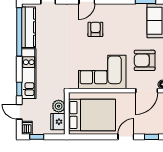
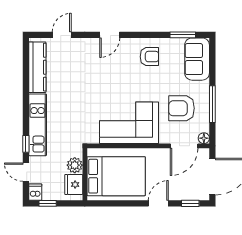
armchair: (95, 29) -> (149, 57), moved, turned 90
window: (19, 32) -> (26, 73), removed

